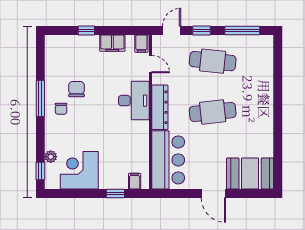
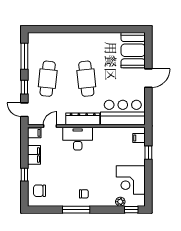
chair: (76, 89) -> (40, 191), moved

